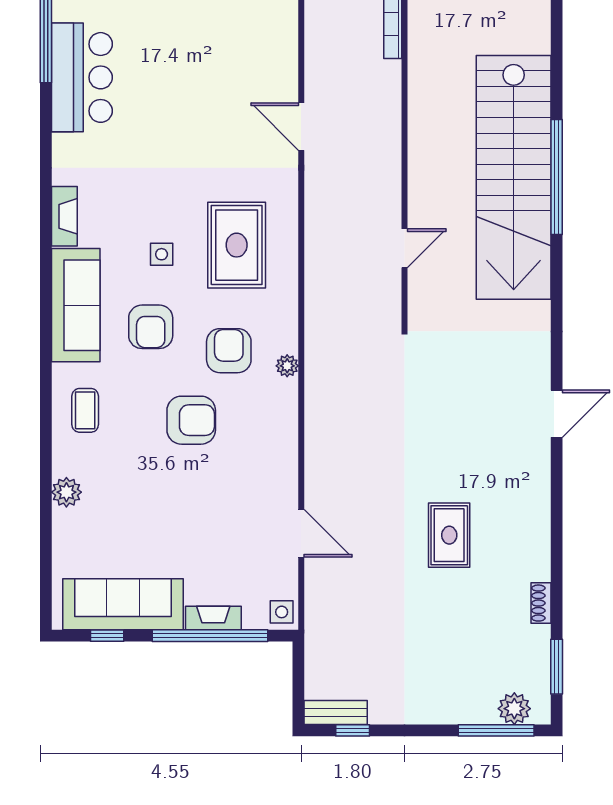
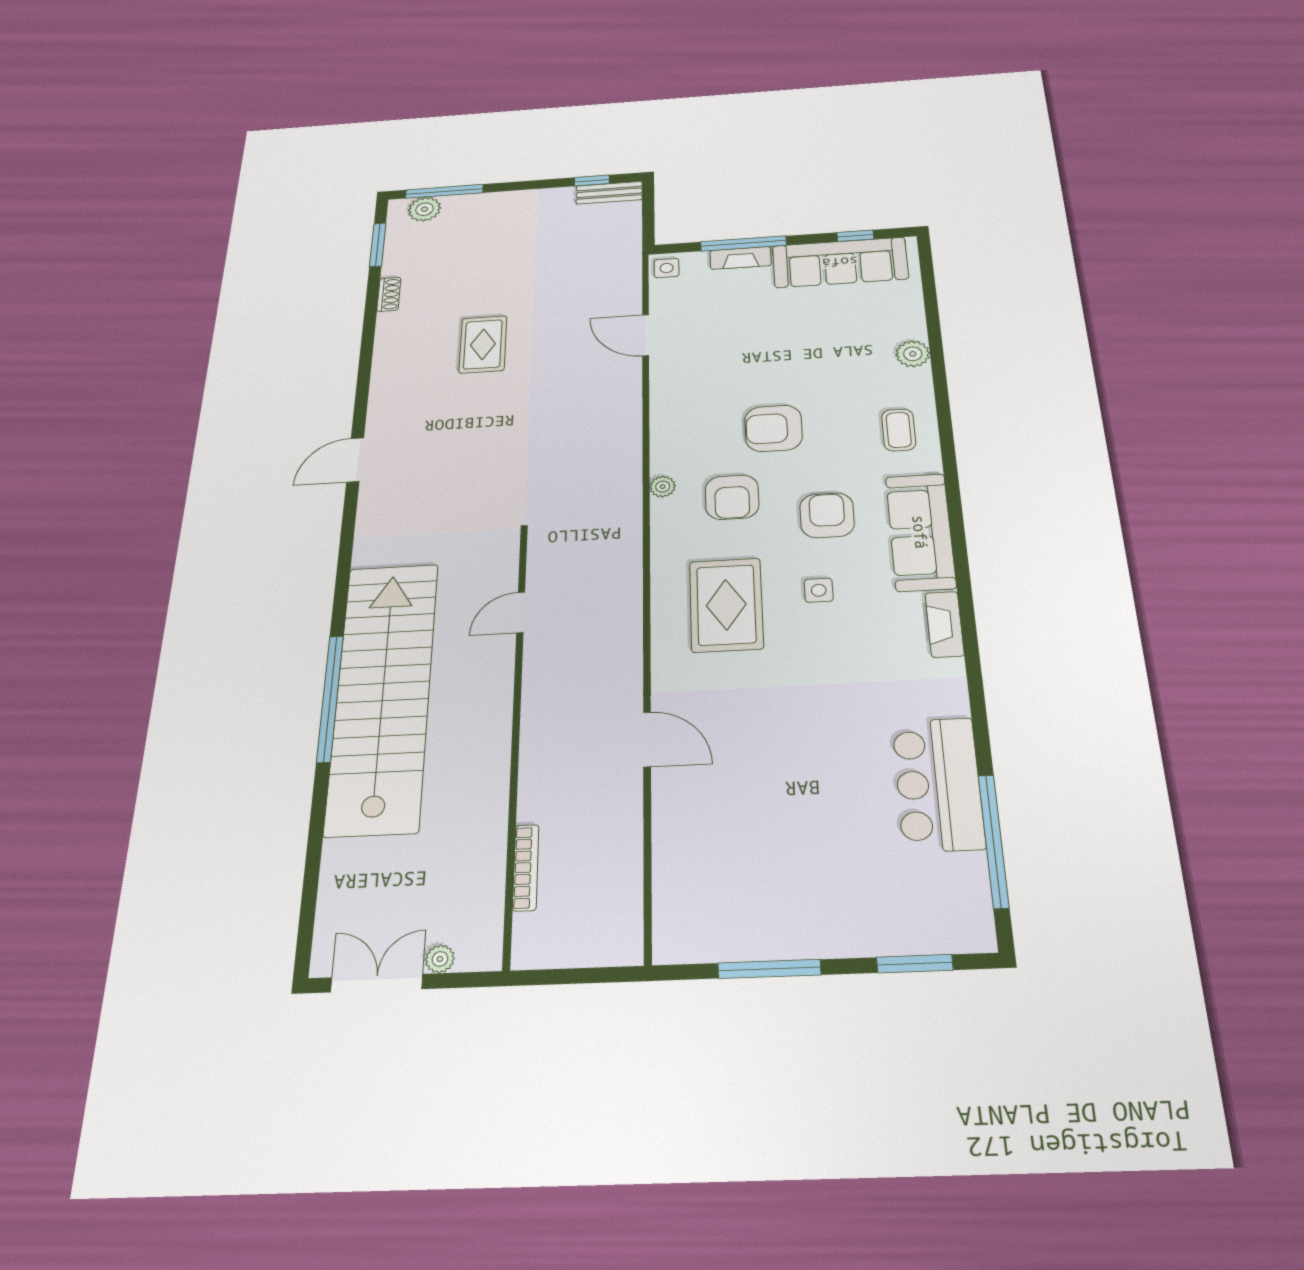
window: (210, 636) -> (743, 243), width x0.68

